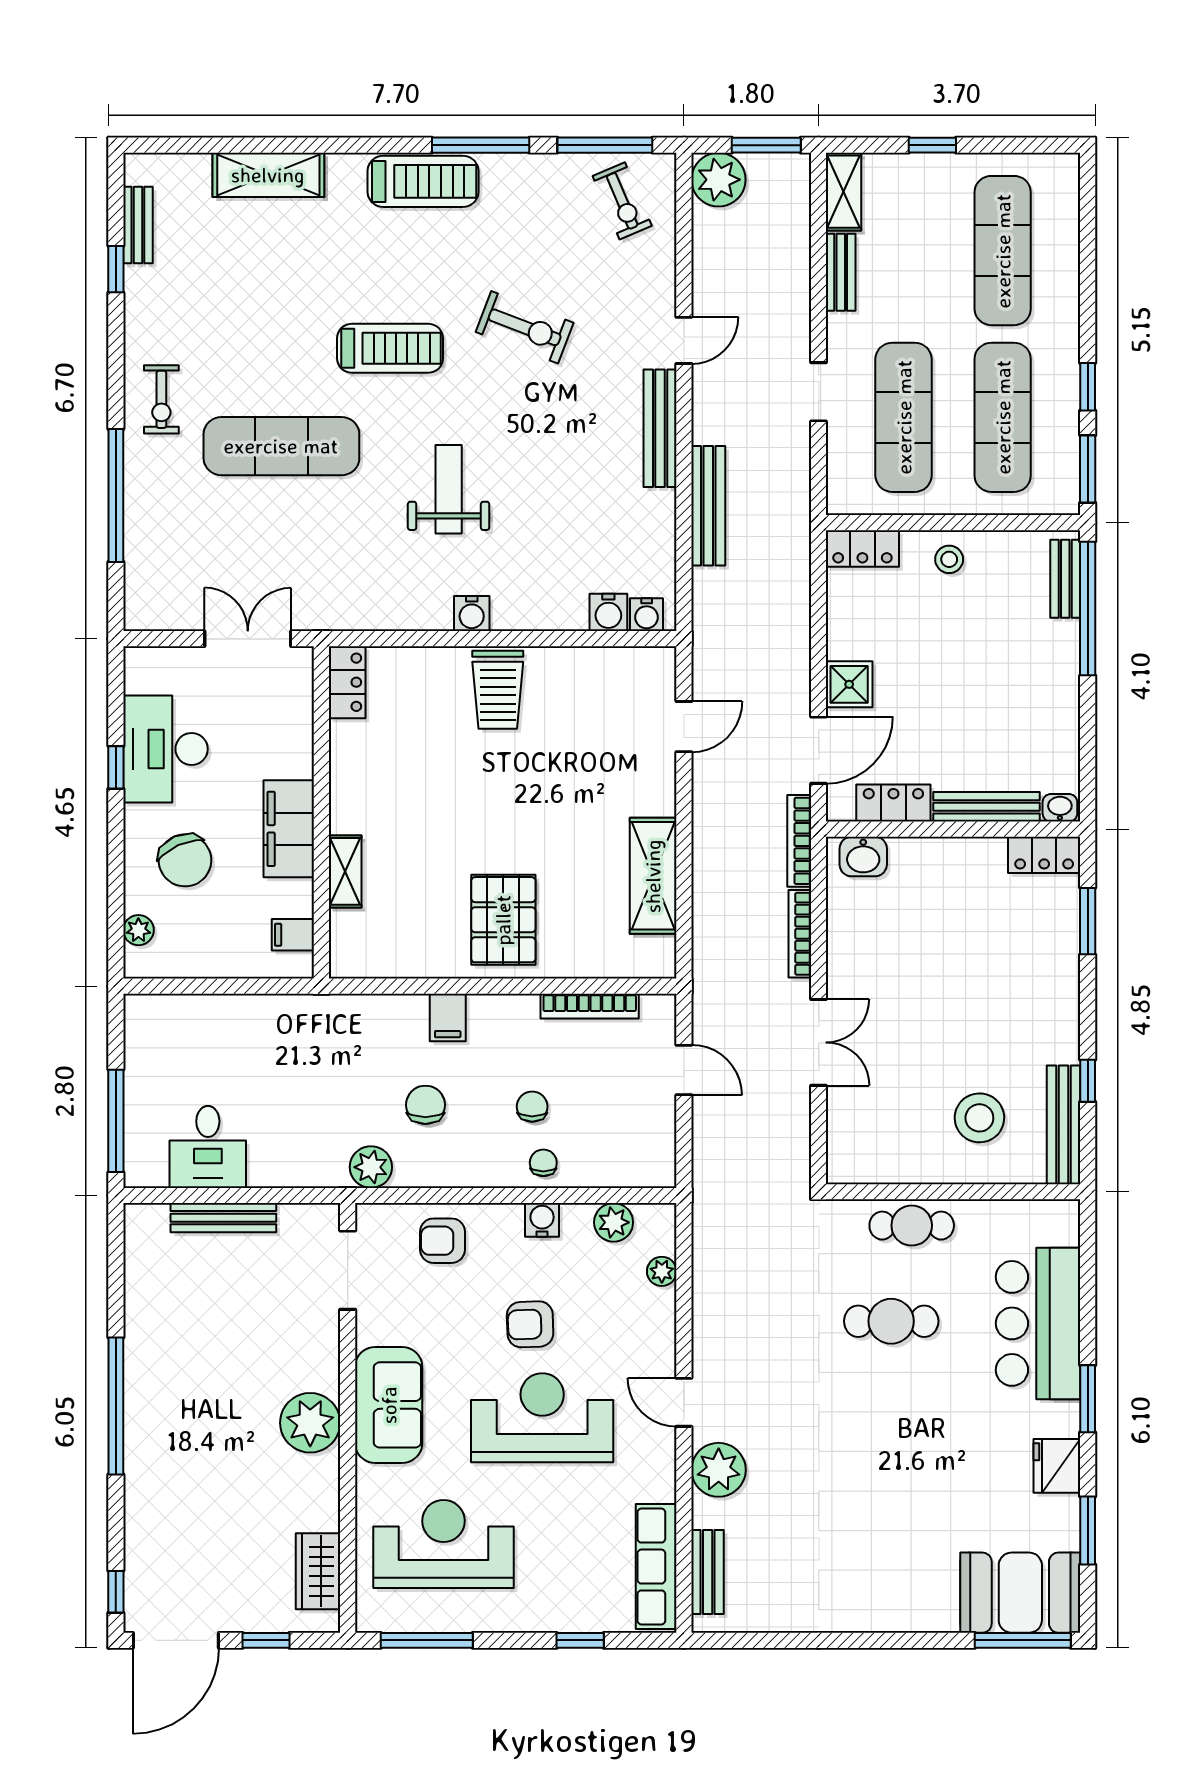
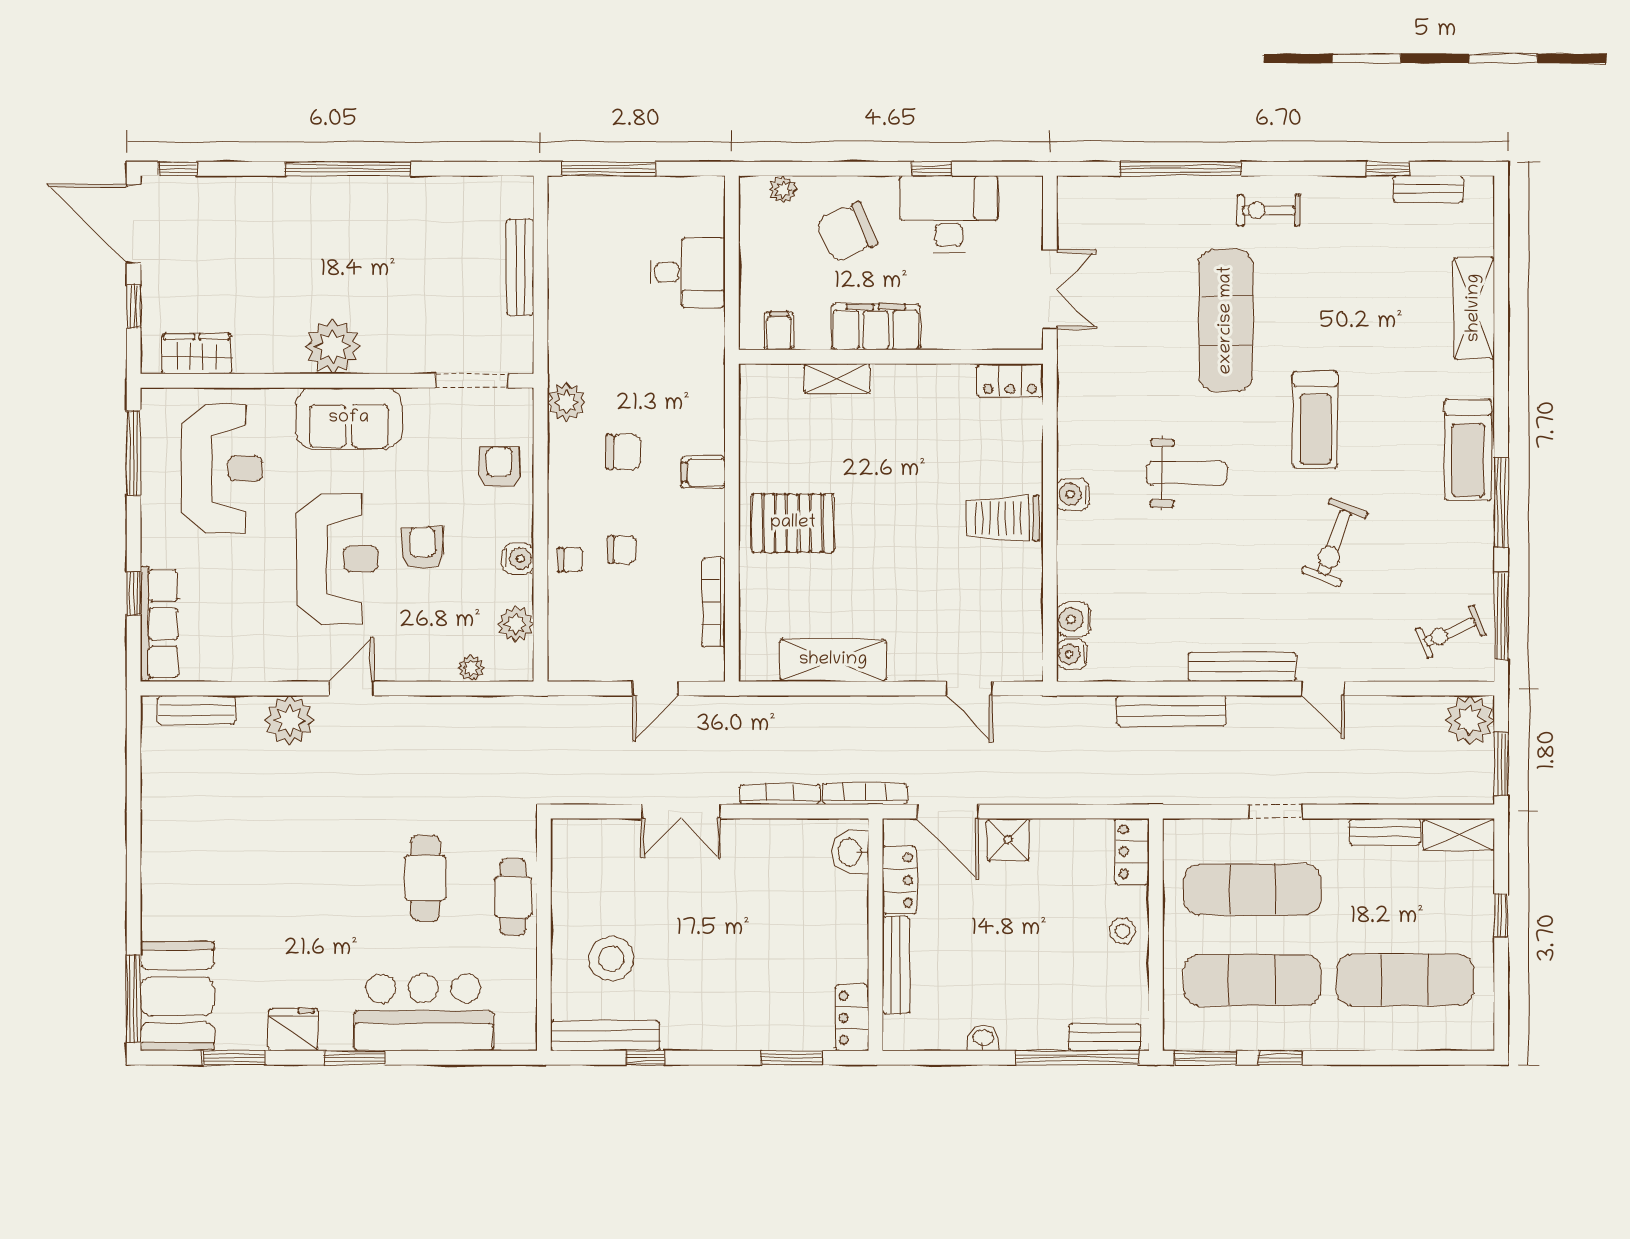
washbasin: (1060, 808) -> (983, 1038), moved, turned -90
desk: (208, 1147) -> (687, 272), moved, turned 180
row of seats: (656, 1567) -> (159, 624), moved, turned 90

